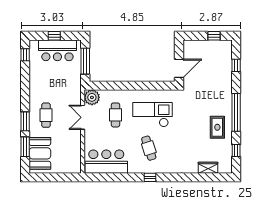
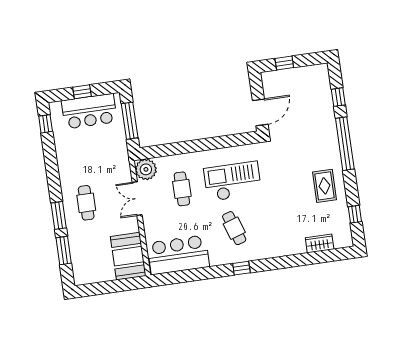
window: (214, 36) -> (284, 63), moved
window: (236, 112) -> (345, 144), moved
booth: (40, 153) -> (128, 256), moved

